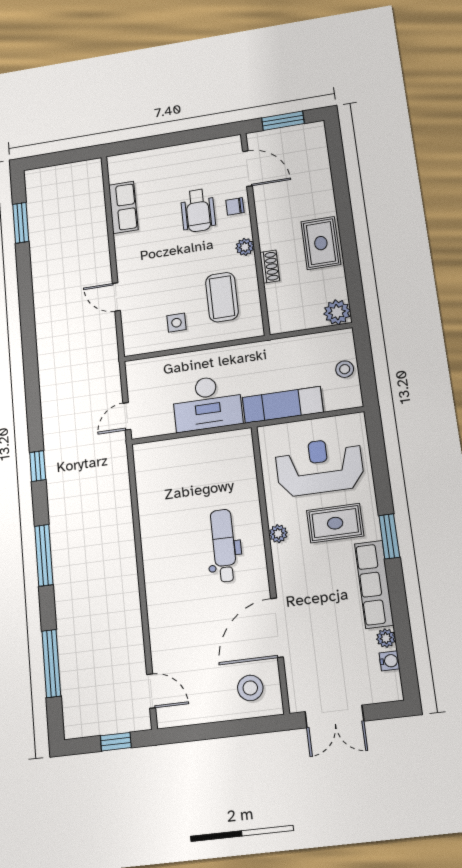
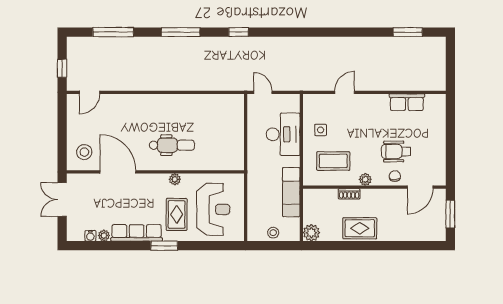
desk: (207, 403) -> (283, 134), moved, turned 180
exam couch: (283, 405) -> (291, 192), moved, turned 180

